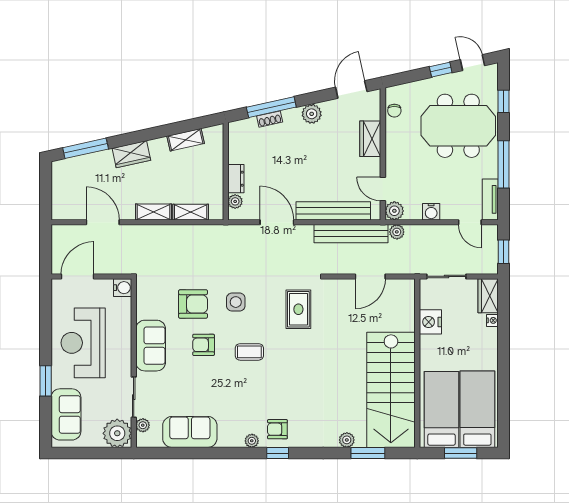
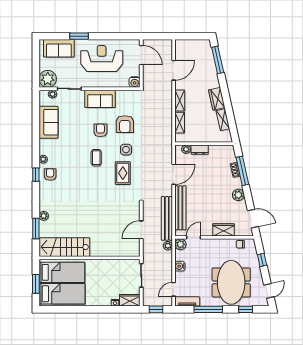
window: (441, 70) -> (262, 260), moved
wardrobe: (131, 154) -> (217, 99), moved
door: (370, 276) -> (141, 230), hinge flipped
rug: (298, 309) -> (123, 173), moved, turned 90
nightstand: (430, 322) -> (114, 266), removed
stairs: (391, 390) -> (64, 247), width x0.73, depth x0.66

